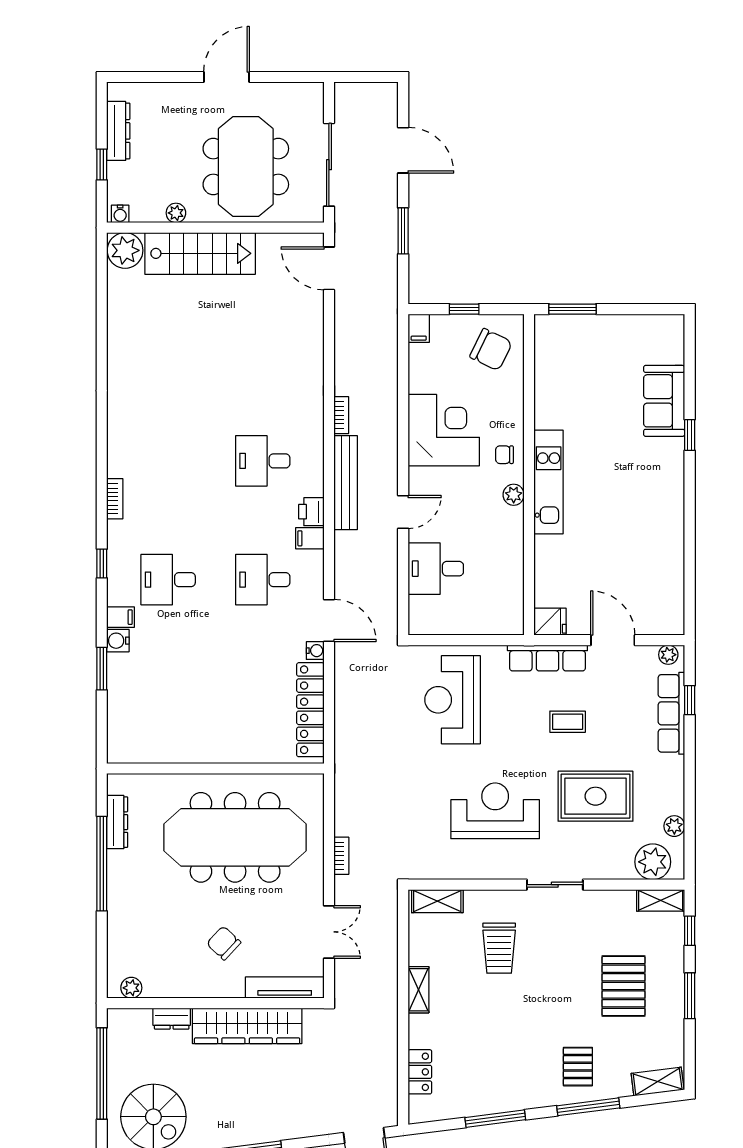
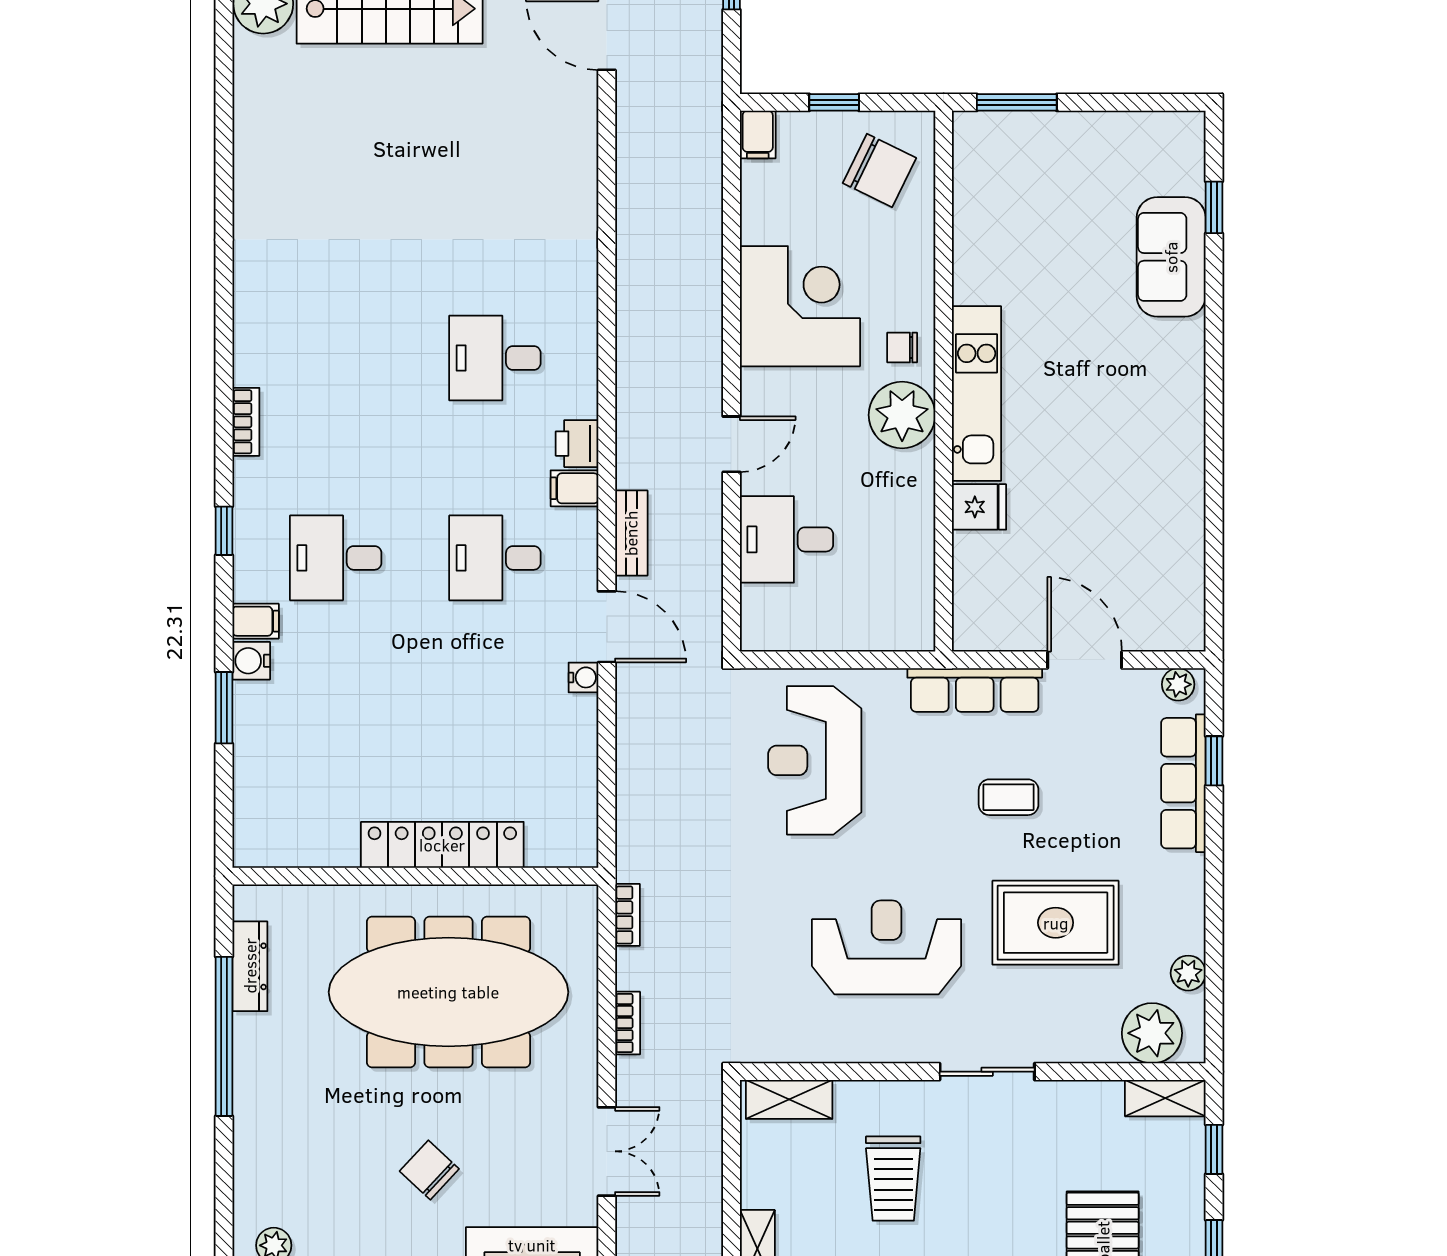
bookcase: (341, 415) -> (627, 915), moved
window: (690, 435) -> (1214, 207), moved
bench: (346, 483) -> (631, 533), moved, width x0.54, depth x0.82
plant: (514, 495) -> (902, 415), width x1.88, depth x1.88
fridge: (550, 622) -> (979, 507), moved
locker: (310, 710) -> (442, 845), moved, turned 90

